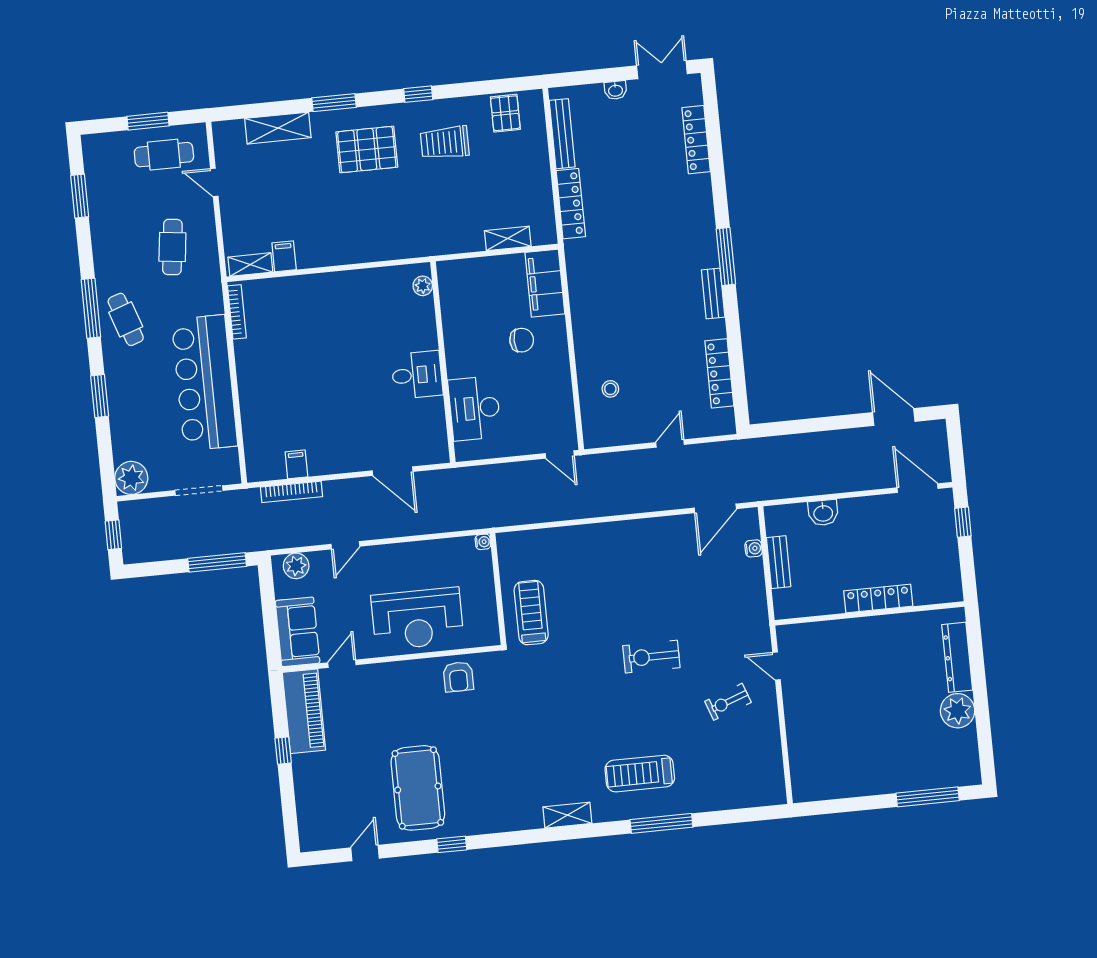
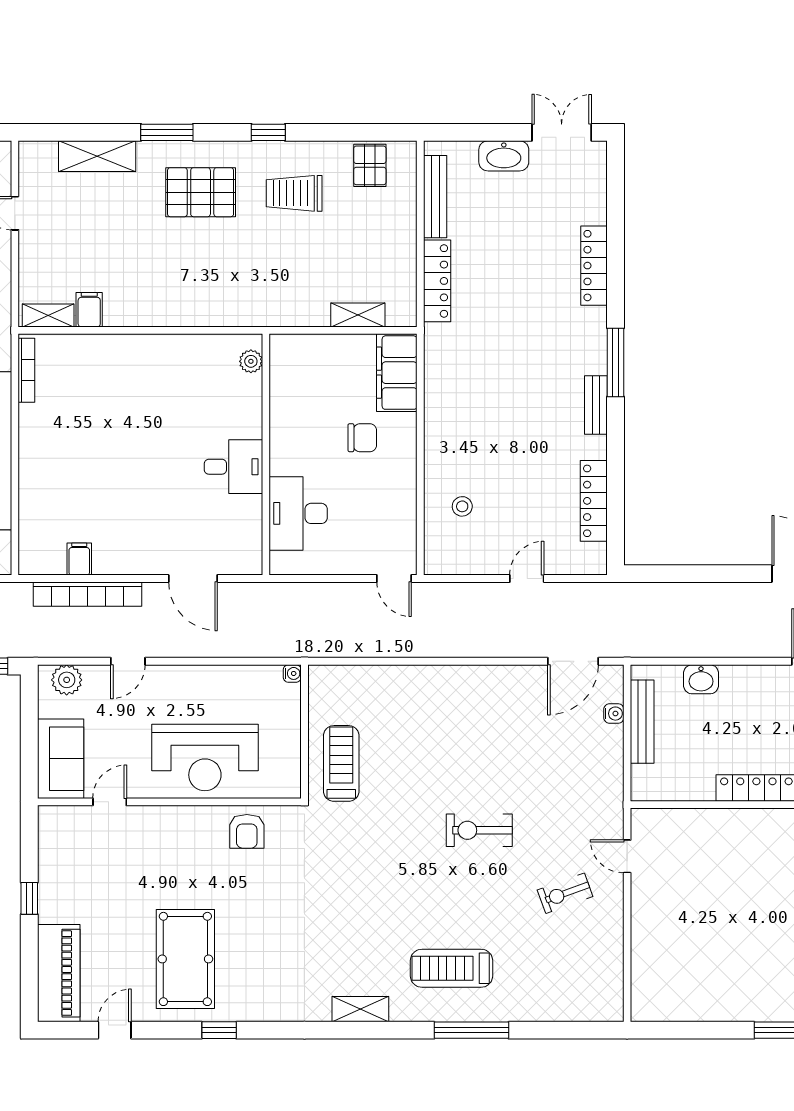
washbasin: (615, 90) -> (504, 156), width x1.91, depth x1.45
locker: (696, 140) -> (594, 266), moved
bookcase: (291, 492) -> (88, 594), width x1.48, depth x1.31
bench: (779, 562) -> (642, 722), width x1.36
piano: (304, 711) -> (59, 973), moved

